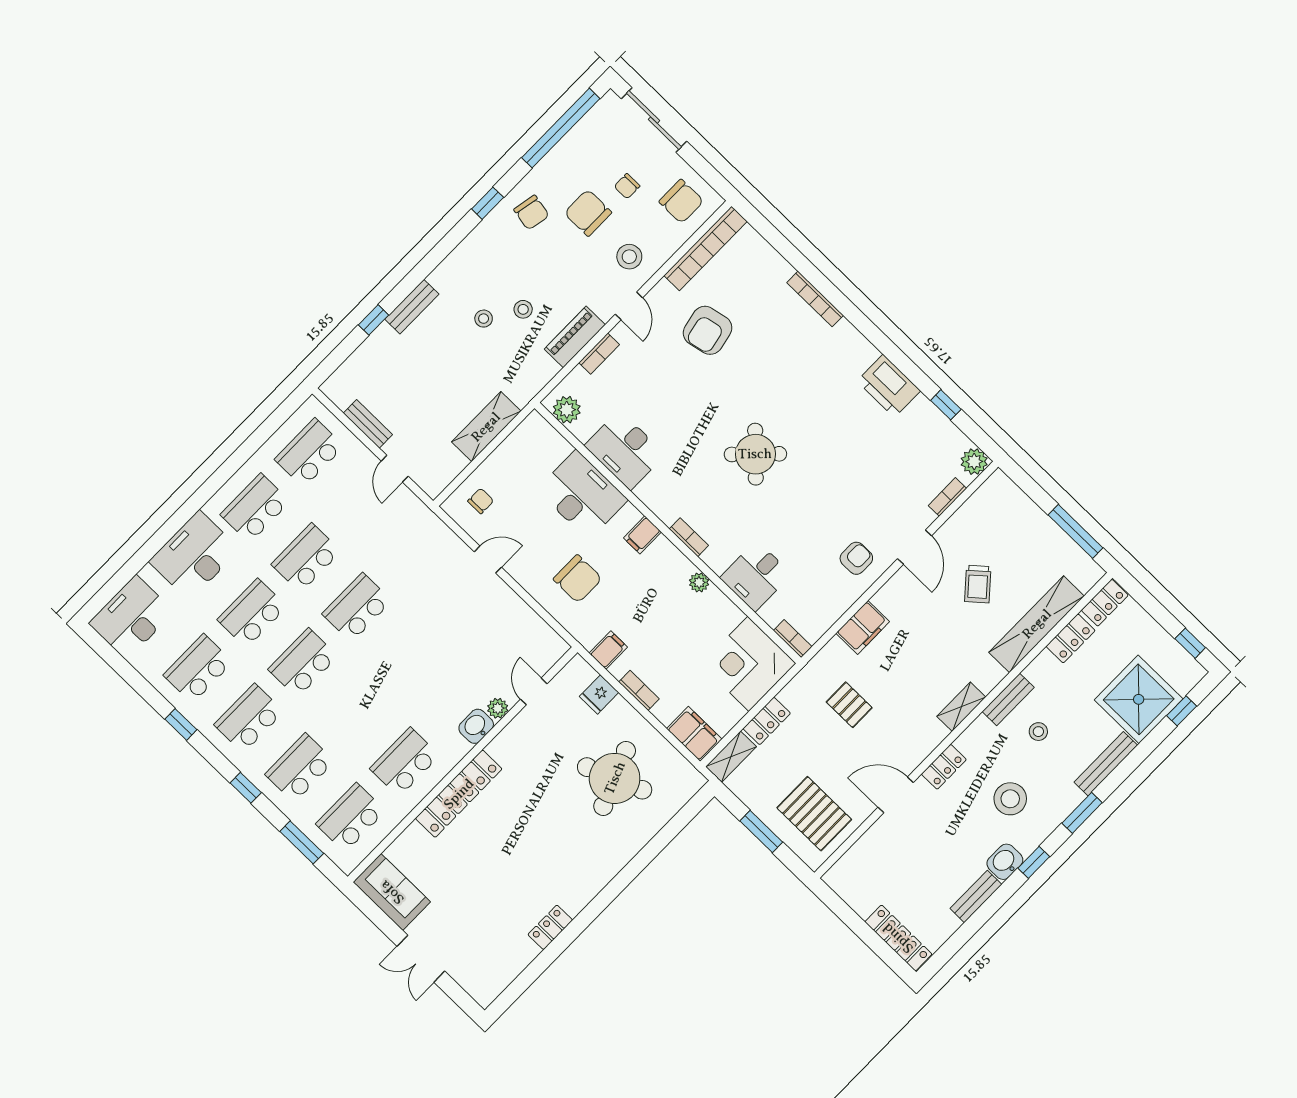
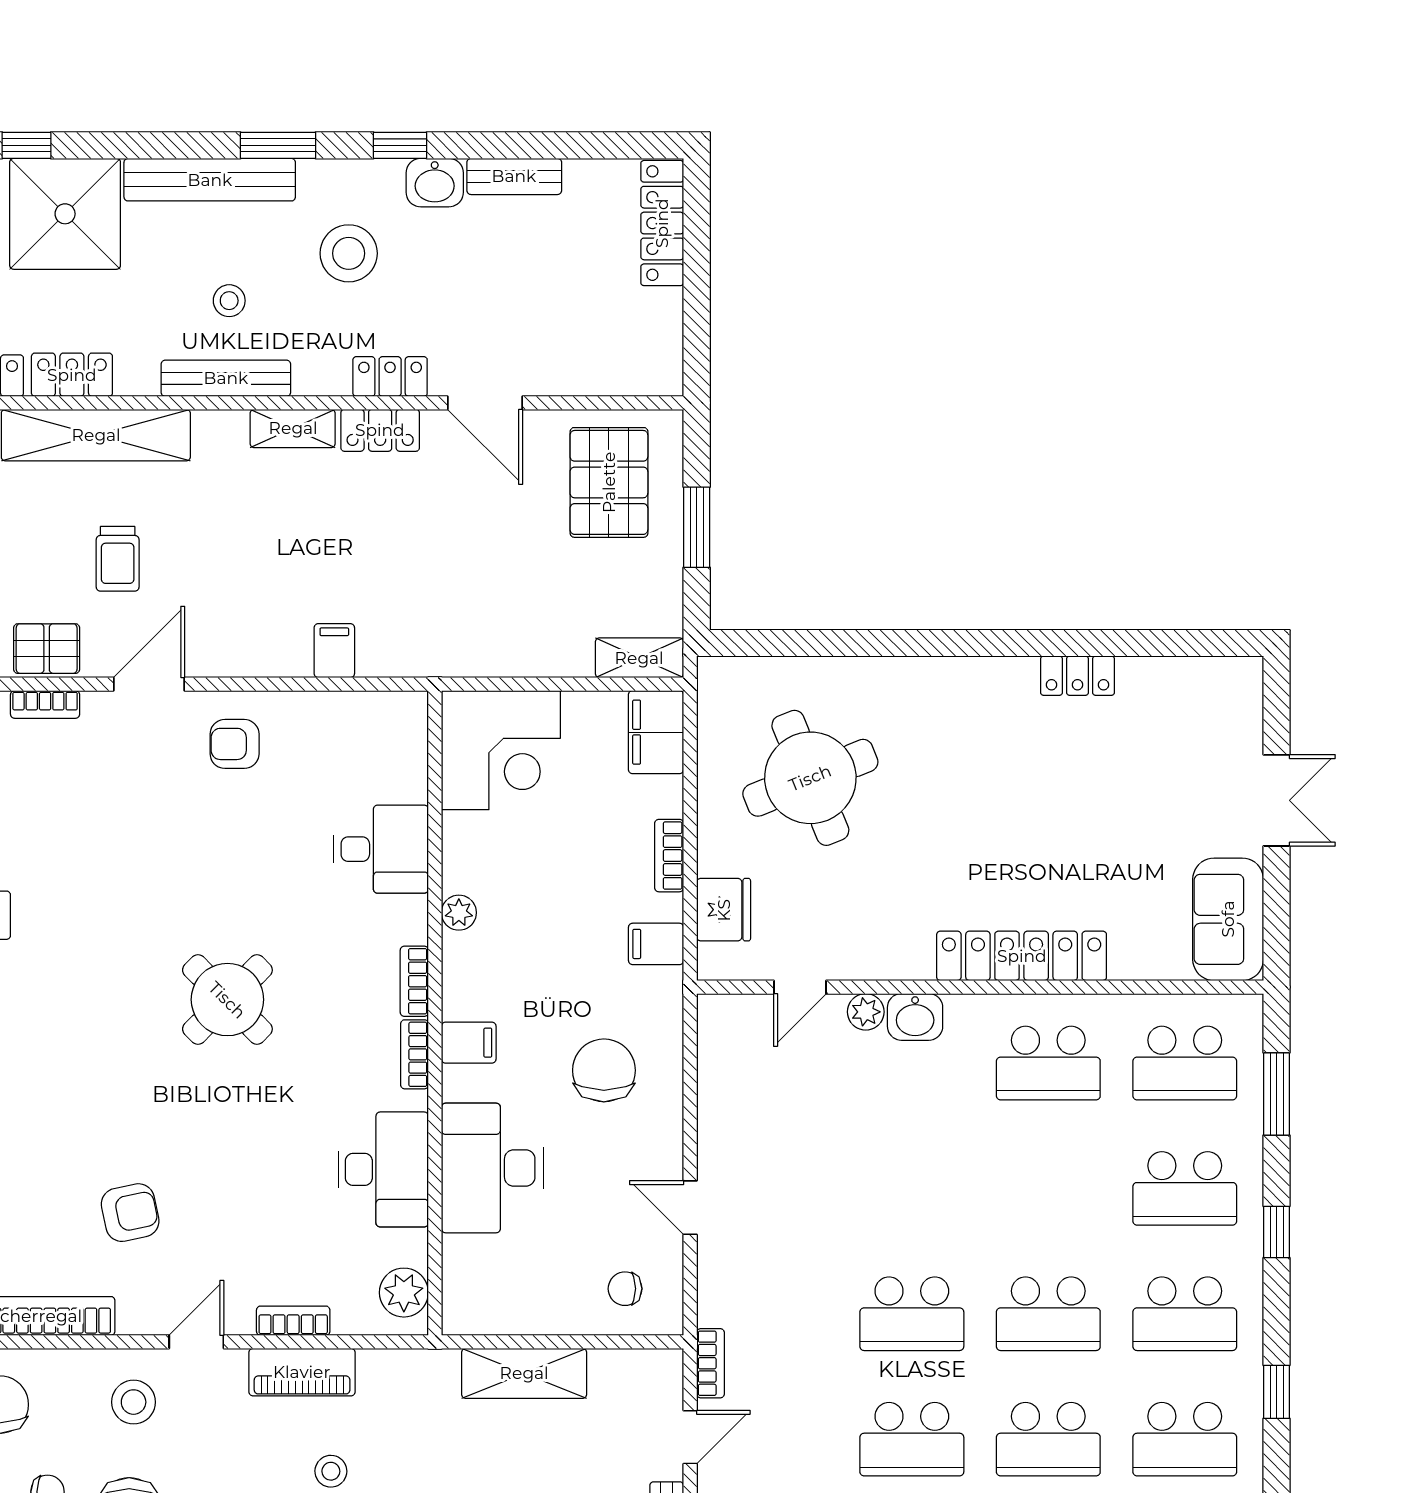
armchair: (708, 330) -> (130, 1213), width x0.72, depth x0.72
bookcase: (417, 506) -> (710, 1363), added
trolley: (978, 584) -> (118, 559), turned 131
filing cabinet: (863, 627) -> (334, 651), width x0.50
bookcase: (793, 639) -> (415, 1054), moved
fridge: (599, 694) -> (724, 910), width x1.38
bench: (1008, 700) -> (226, 378), width x1.36
pallet: (849, 705) -> (47, 649), moved, turned 90
locker: (767, 721) -> (380, 430), moved, turned 180
bench: (1106, 764) -> (210, 180), width x1.37, depth x1.21

